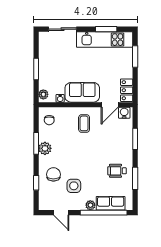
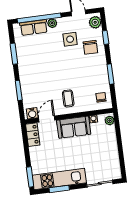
window: (135, 57) -> (30, 177), moved
window: (36, 69) -> (119, 143), removed
plant: (45, 148) -> (95, 22), moved
wheelchair: (117, 171) -> (32, 58), removed

